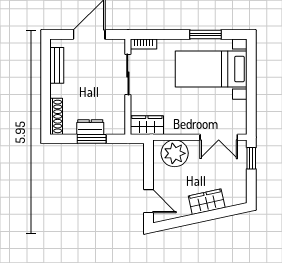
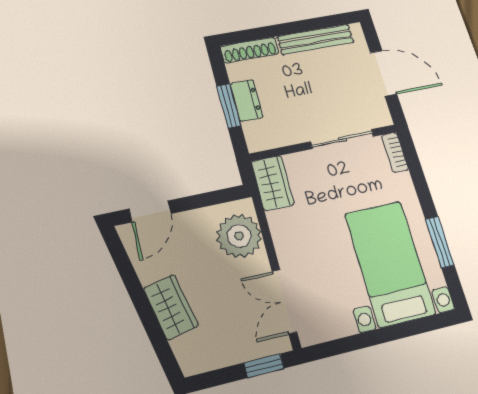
bench: (57, 65) -> (316, 39), width x1.36

